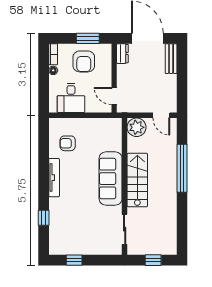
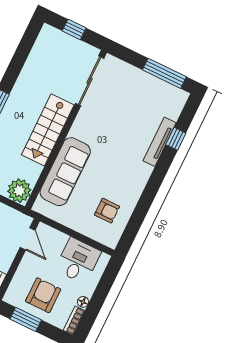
tv unit: (54, 178) -> (160, 142), moved
sofa: (111, 179) -> (65, 172), moved
sliding door: (125, 229) -> (90, 81), width x1.37
window: (74, 260) -> (164, 73), width x2.17

